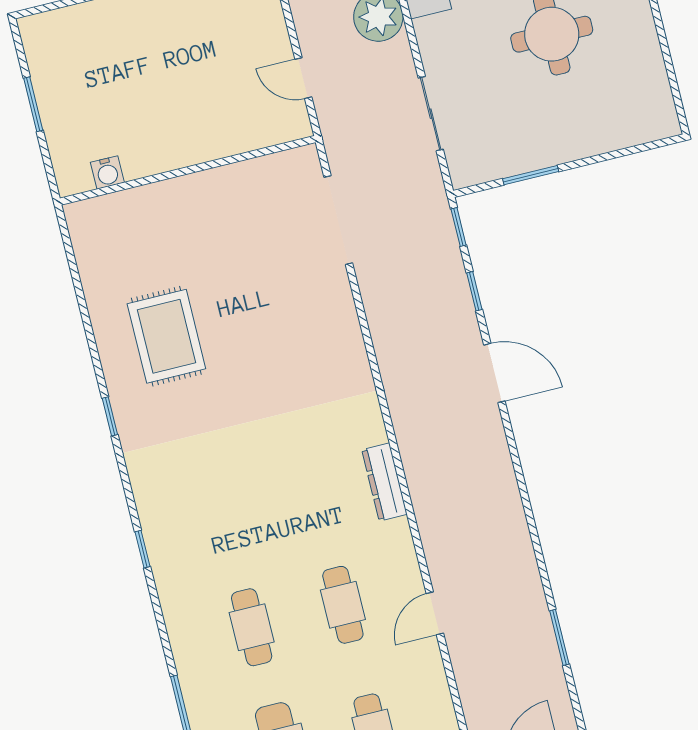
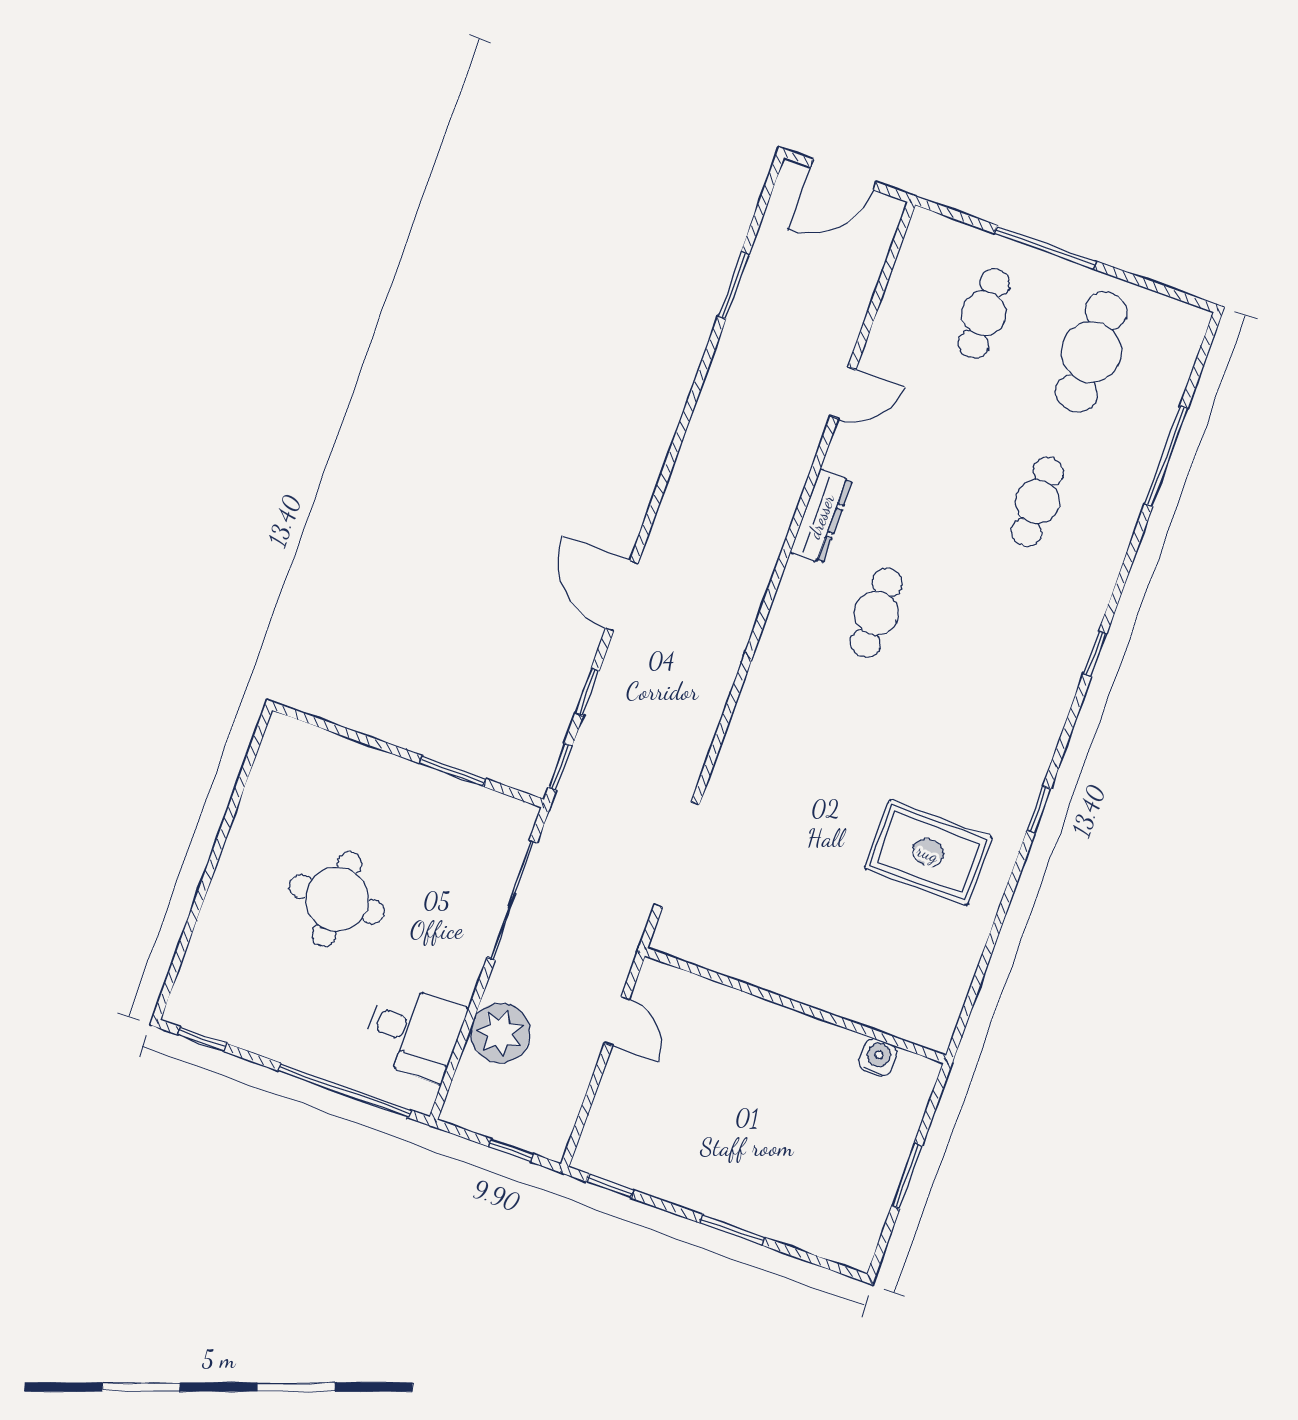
sliding door: (431, 114) -> (512, 900), width x1.37
rug: (166, 336) -> (928, 853), turned 90
dresser: (384, 482) -> (821, 516), moved
cafe table: (343, 605) -> (876, 613), moved

